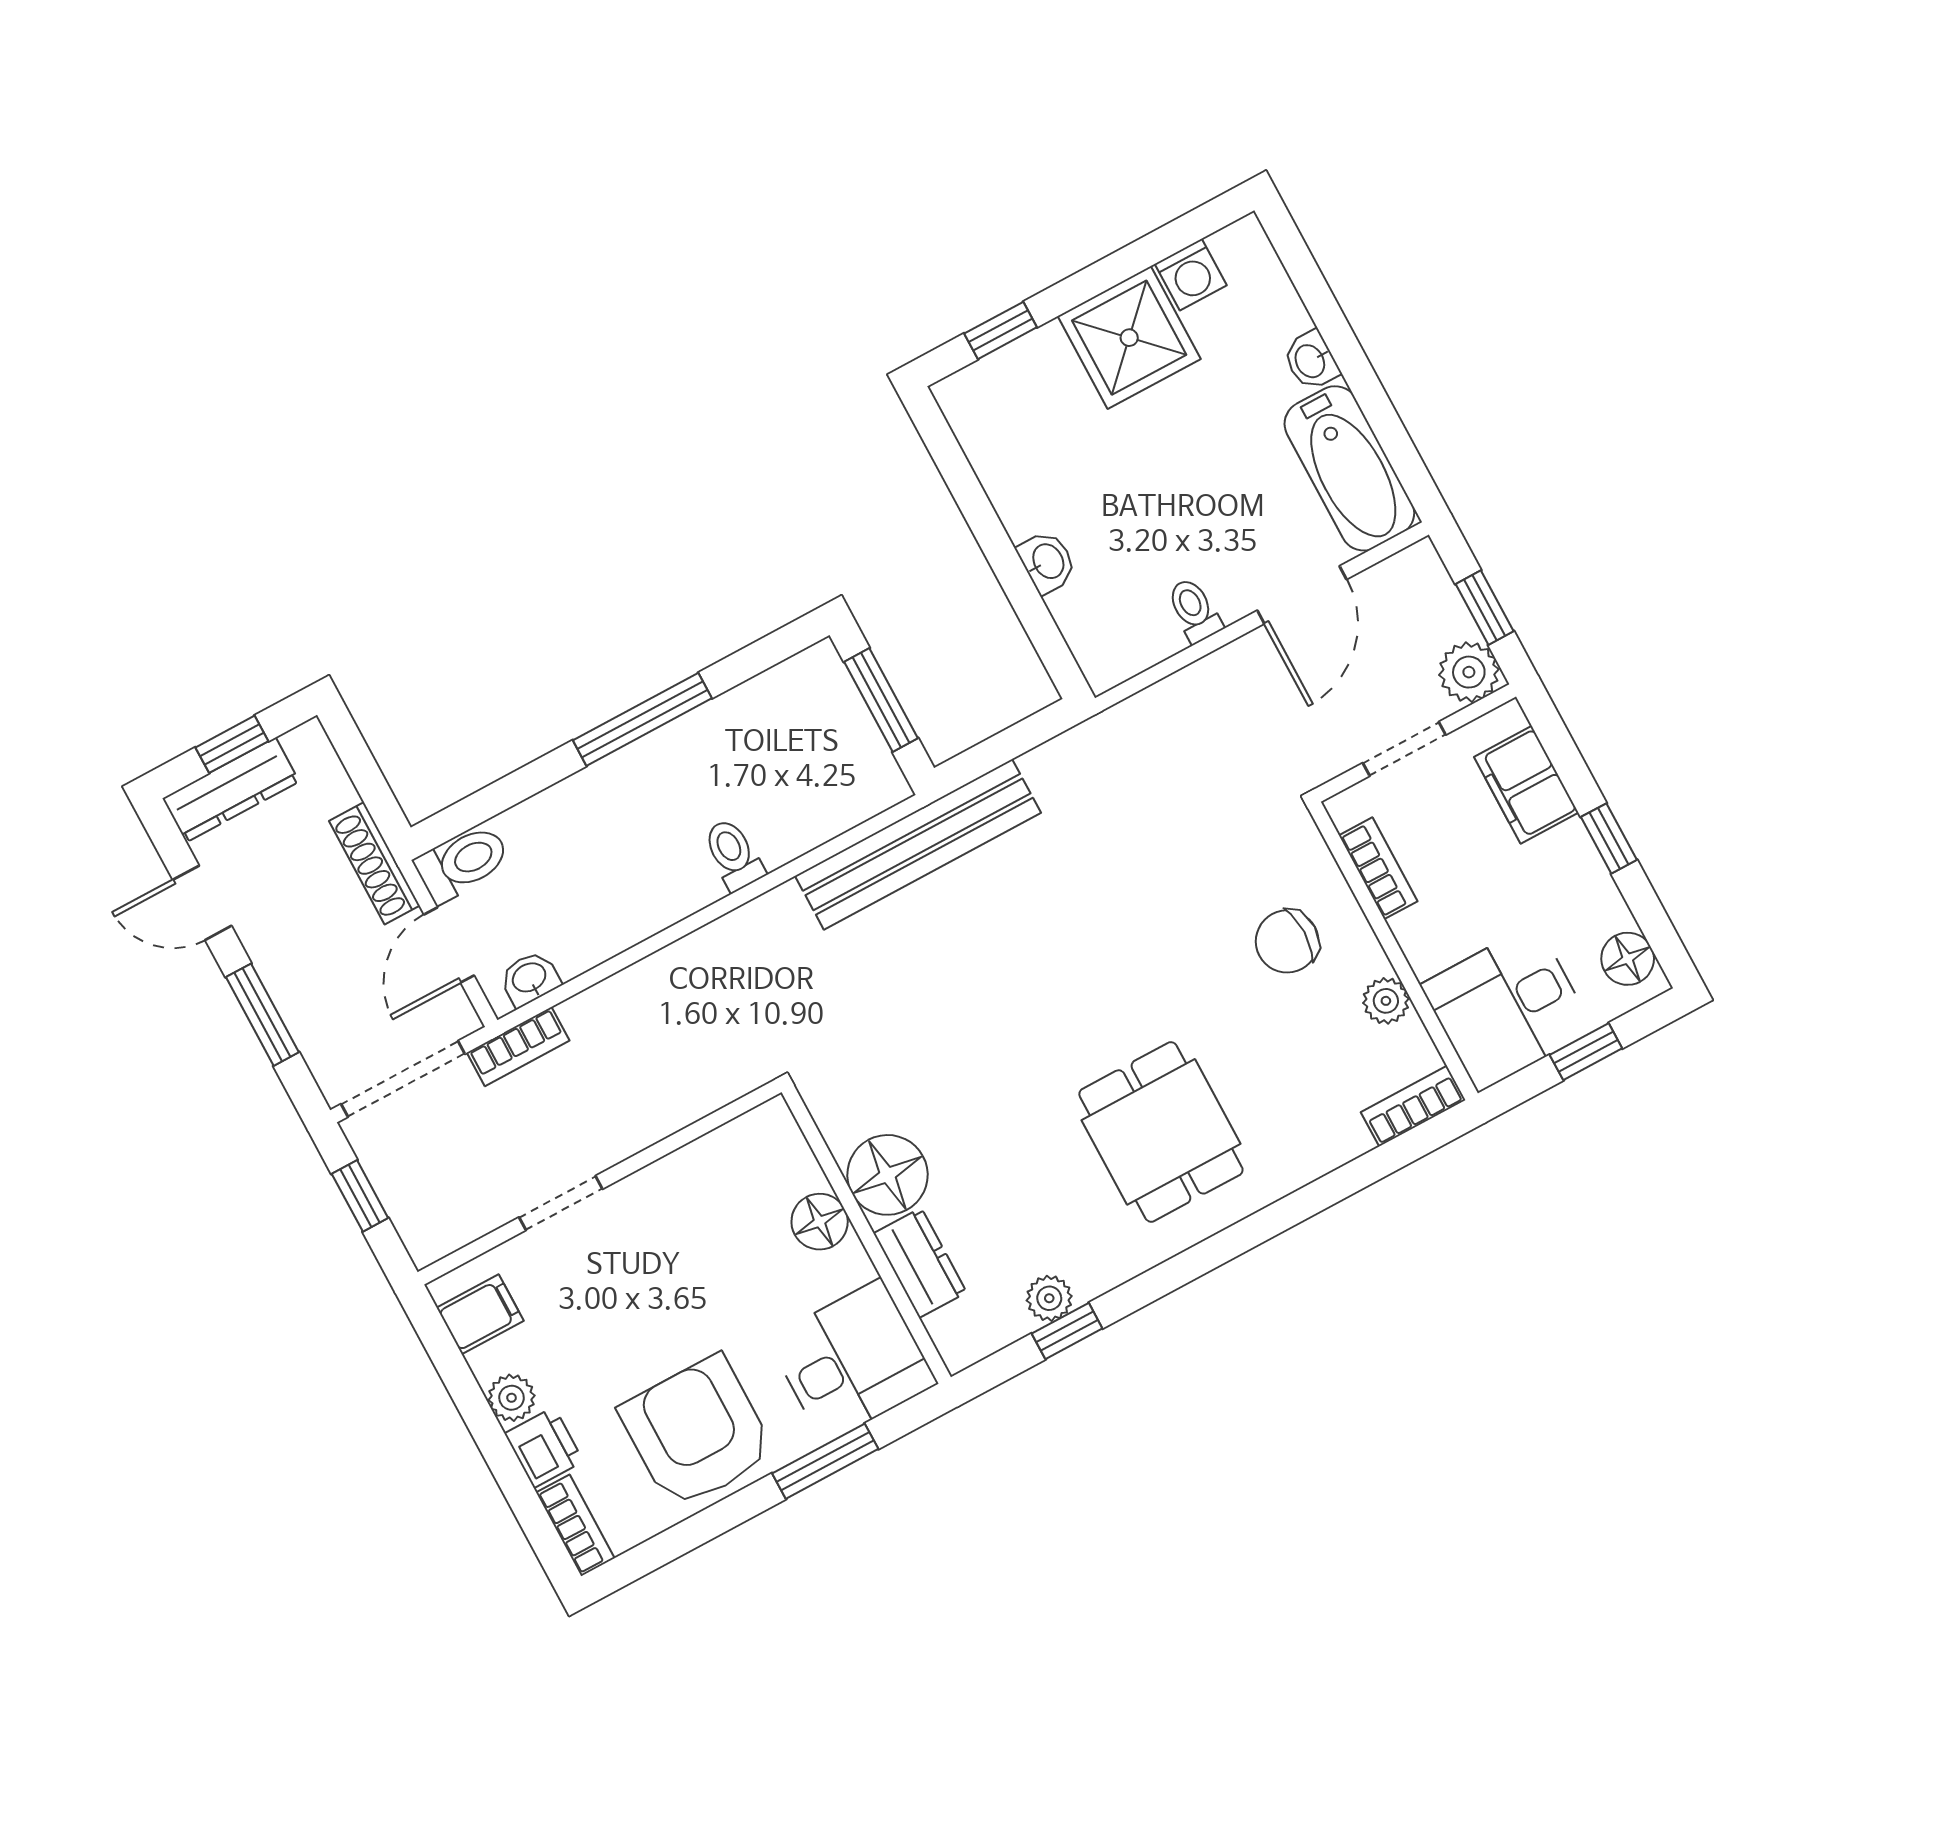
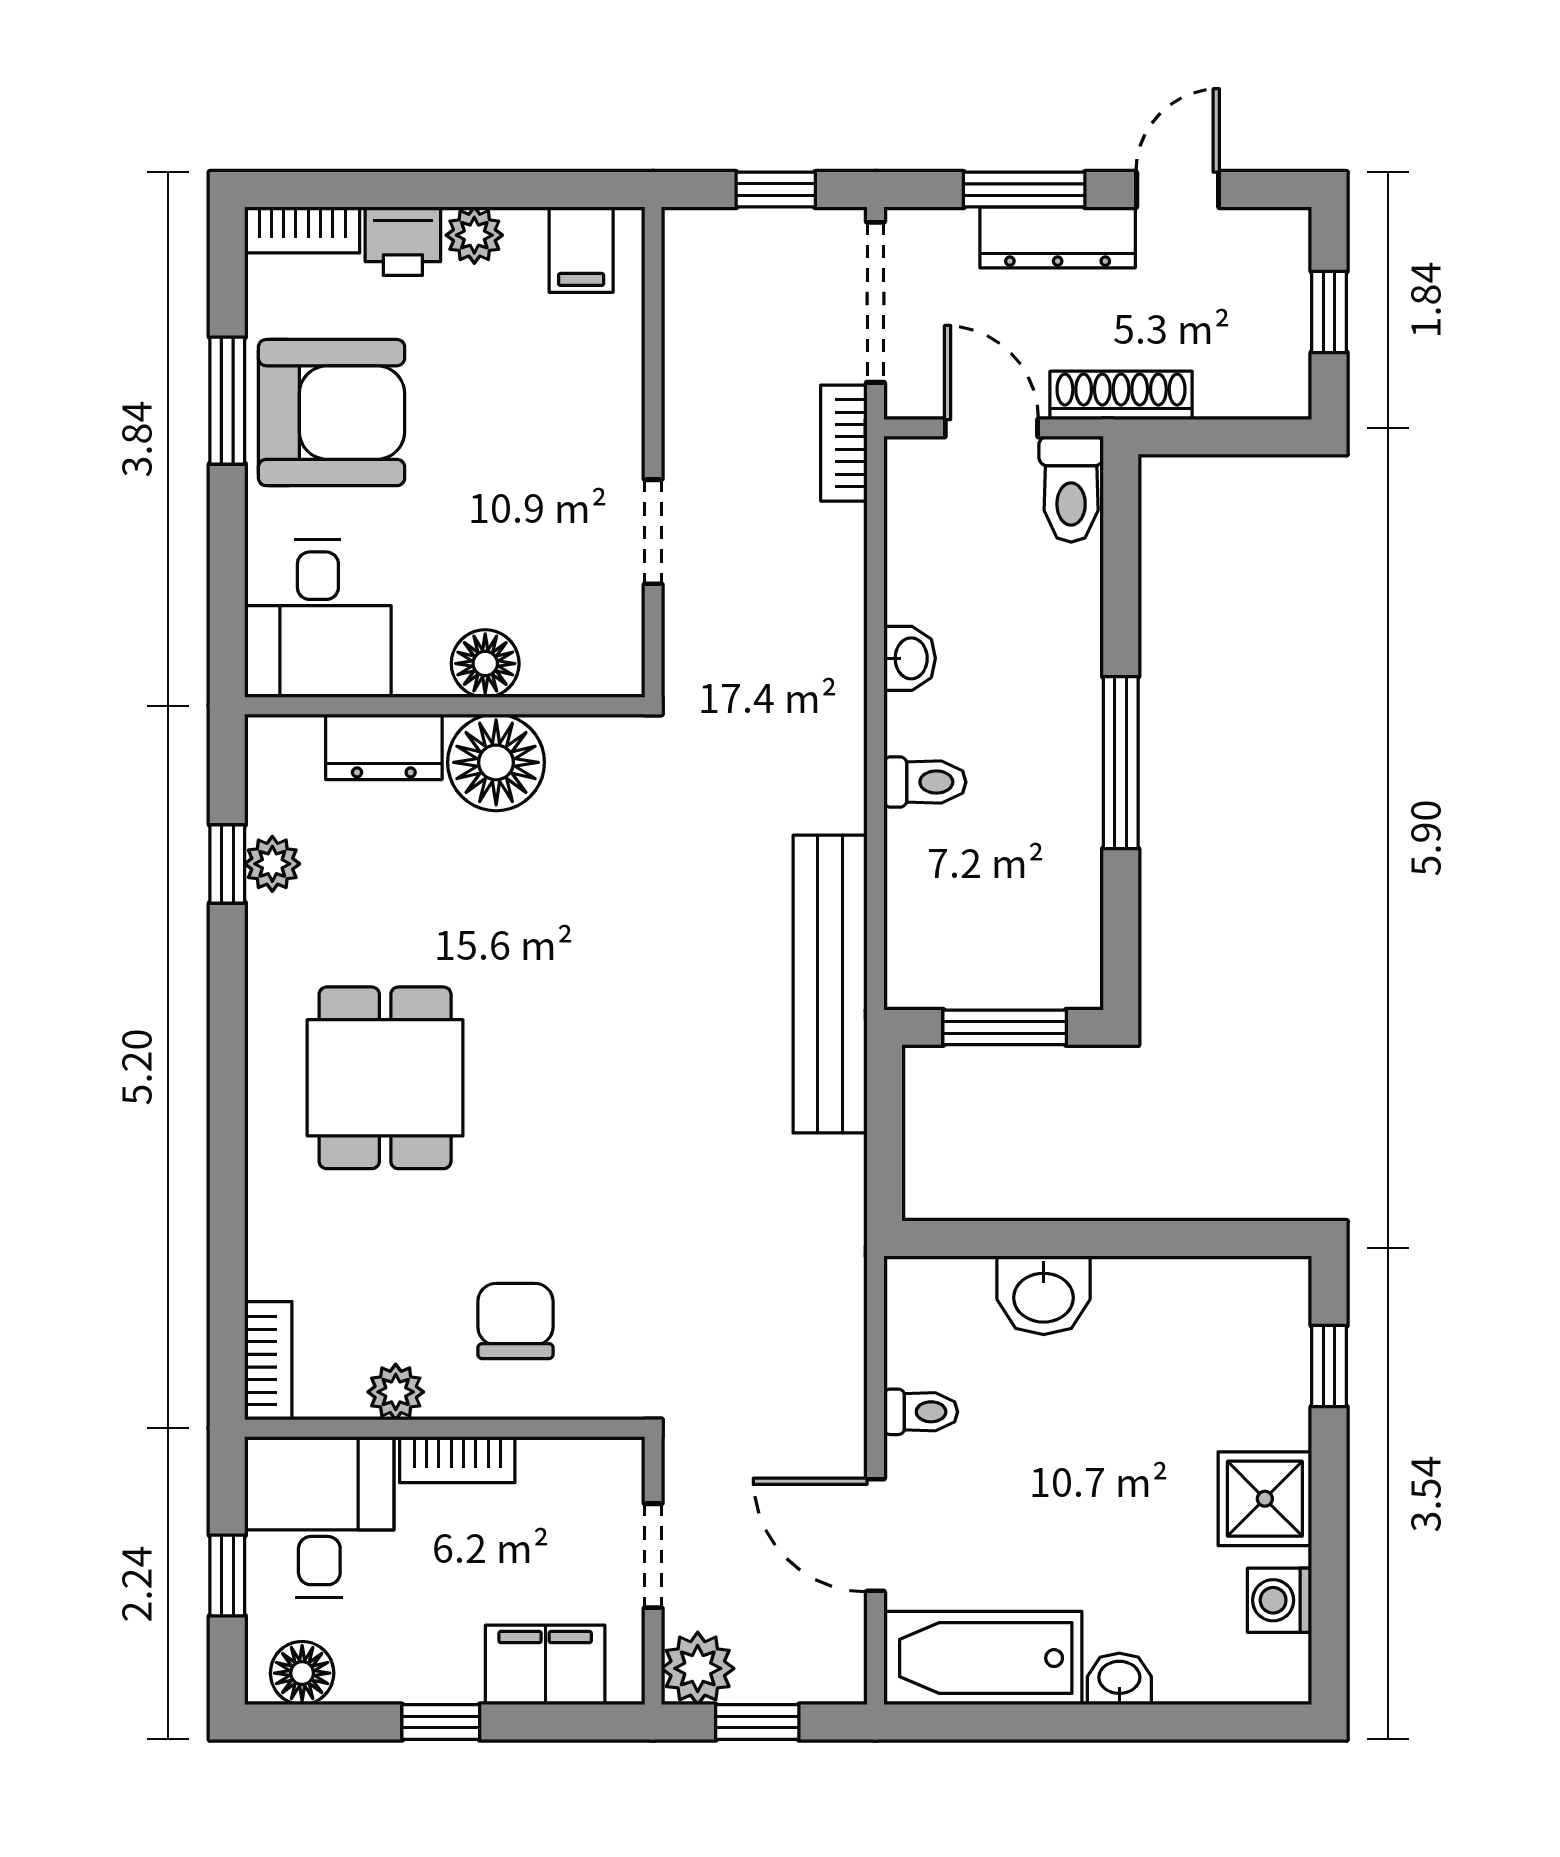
shower: (1129, 338) -> (1265, 1499), width x0.73, depth x0.73
washbasin: (1047, 562) -> (1044, 1295), width x1.38, depth x1.45
dresser: (231, 790) -> (1058, 237), moved, turned -90
bookcase: (1378, 868) -> (457, 1460), moved
washbasin: (530, 979) -> (910, 658), moved
dining table: (1161, 1132) -> (385, 1078), turned 90
doorway: (561, 1203) -> (653, 532), moved
window: (825, 1461) -> (227, 401), moved

